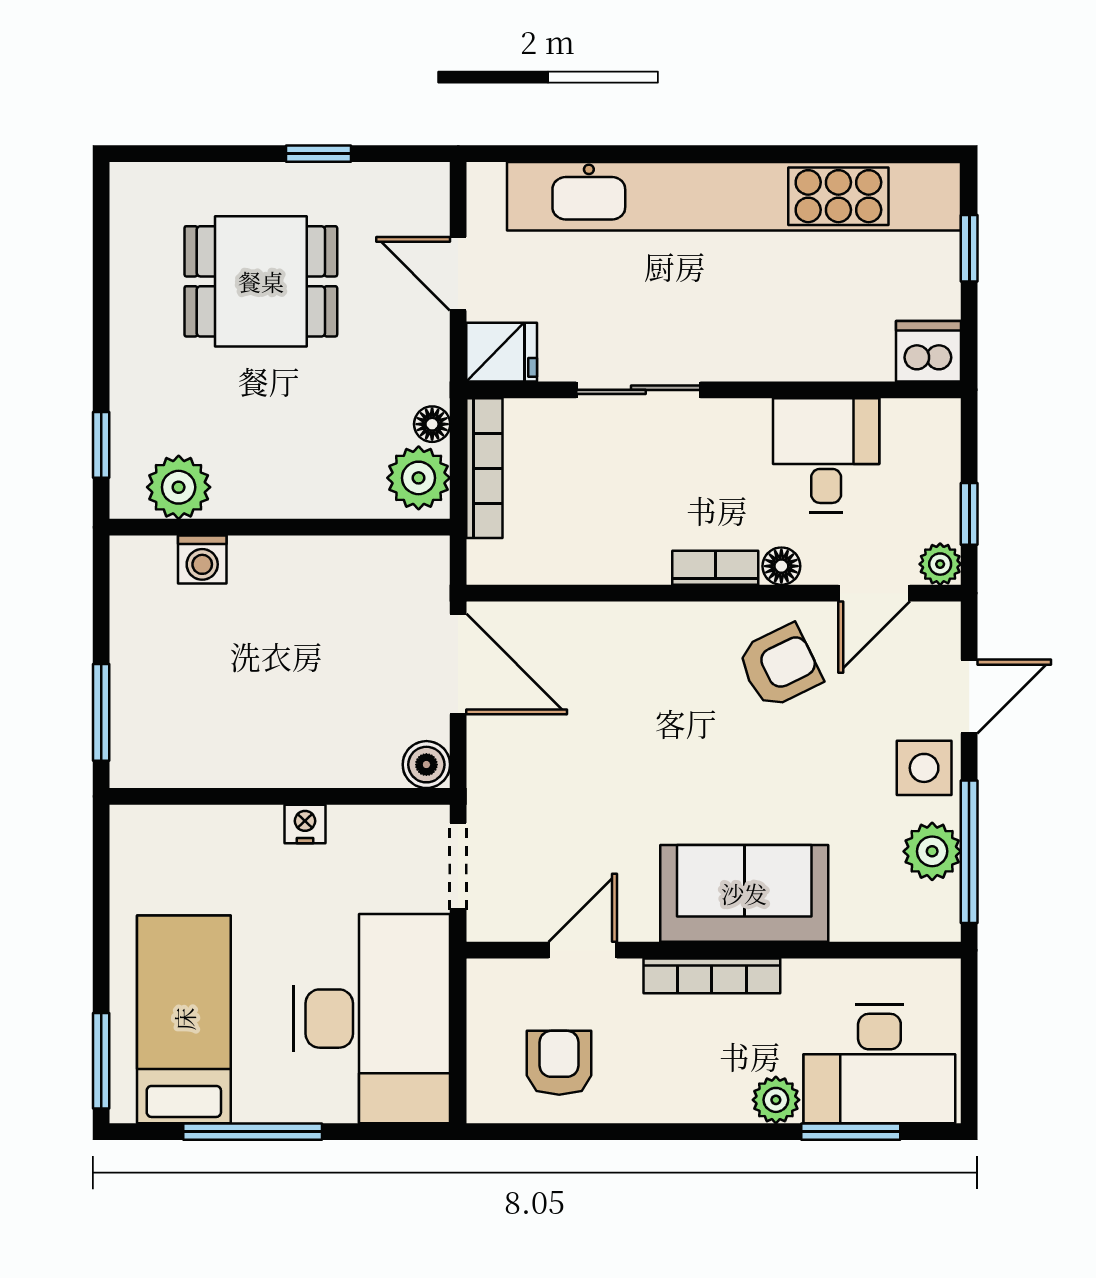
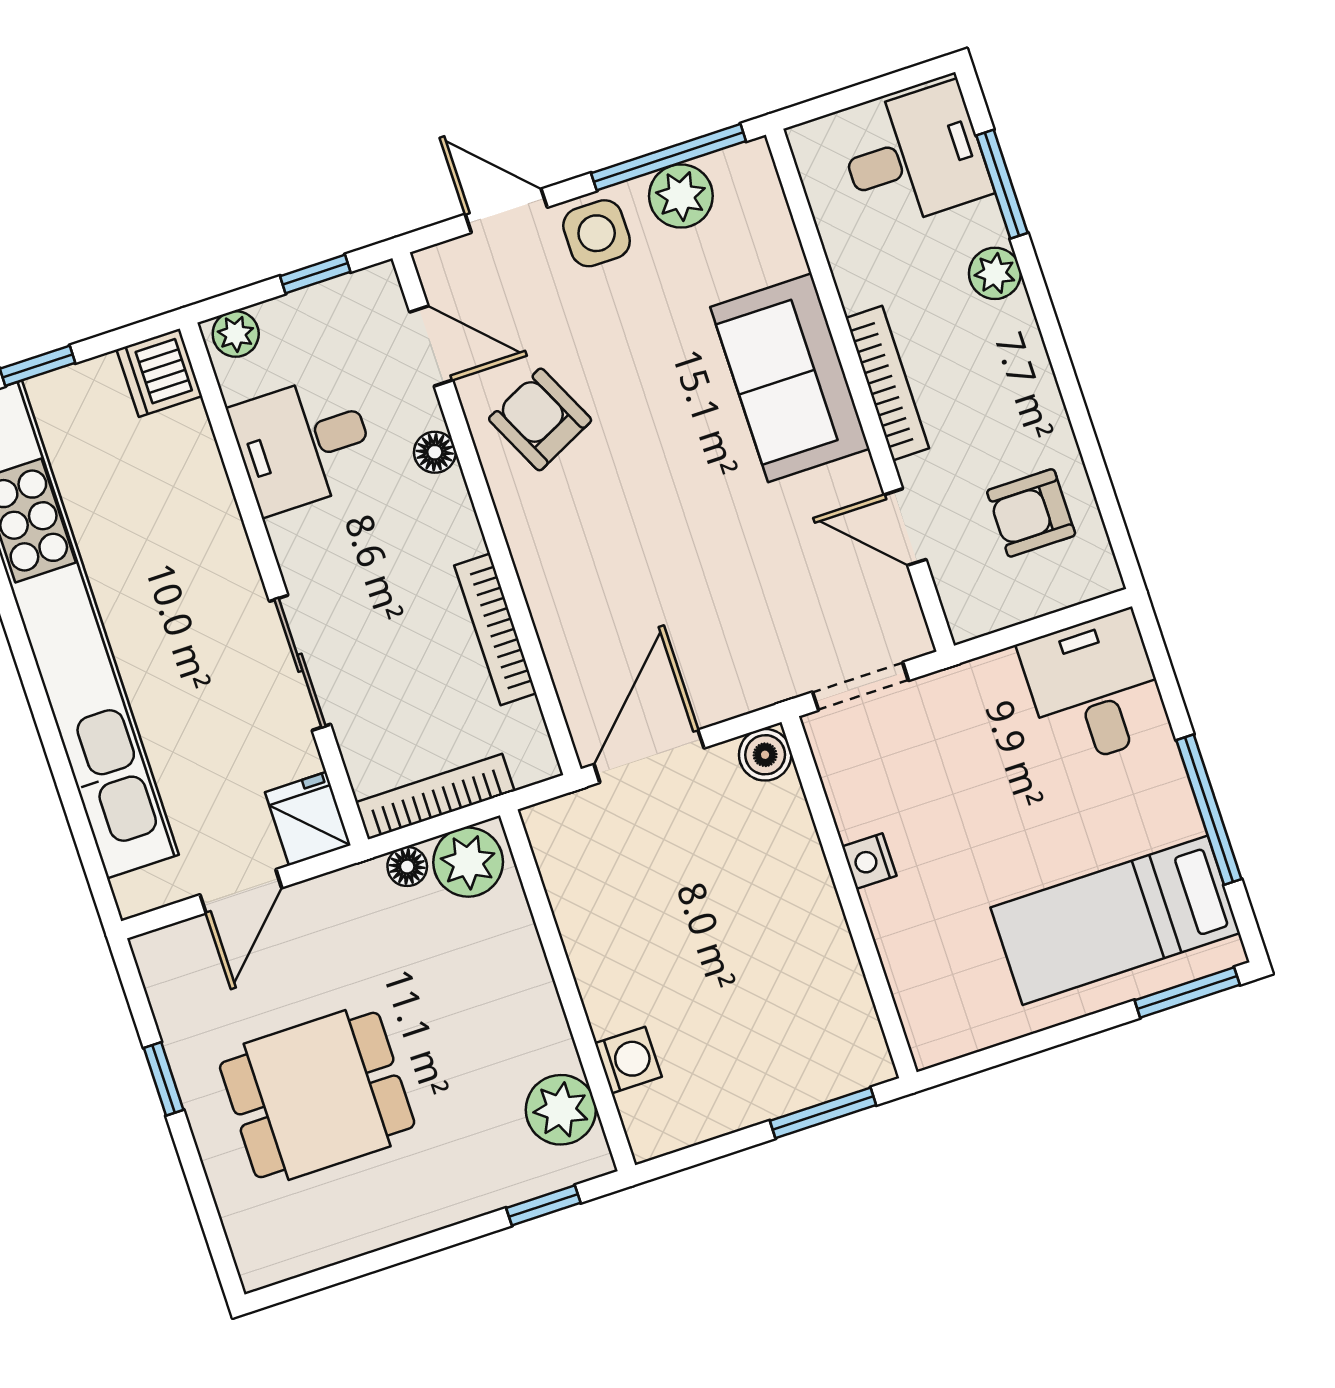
dining table: (261, 281) -> (317, 1095), turned 90
plant: (940, 564) -> (236, 334), moved
bookcase: (715, 568) -> (495, 629), moved, width x1.56
desk: (372, 1019) -> (1094, 688), width x0.53, depth x0.77
desk: (879, 1064) -> (914, 156), width x0.73

